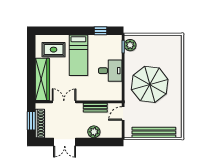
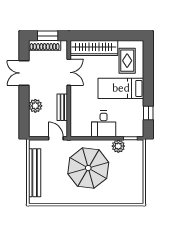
plant: (130, 45) -> (118, 146), moved

